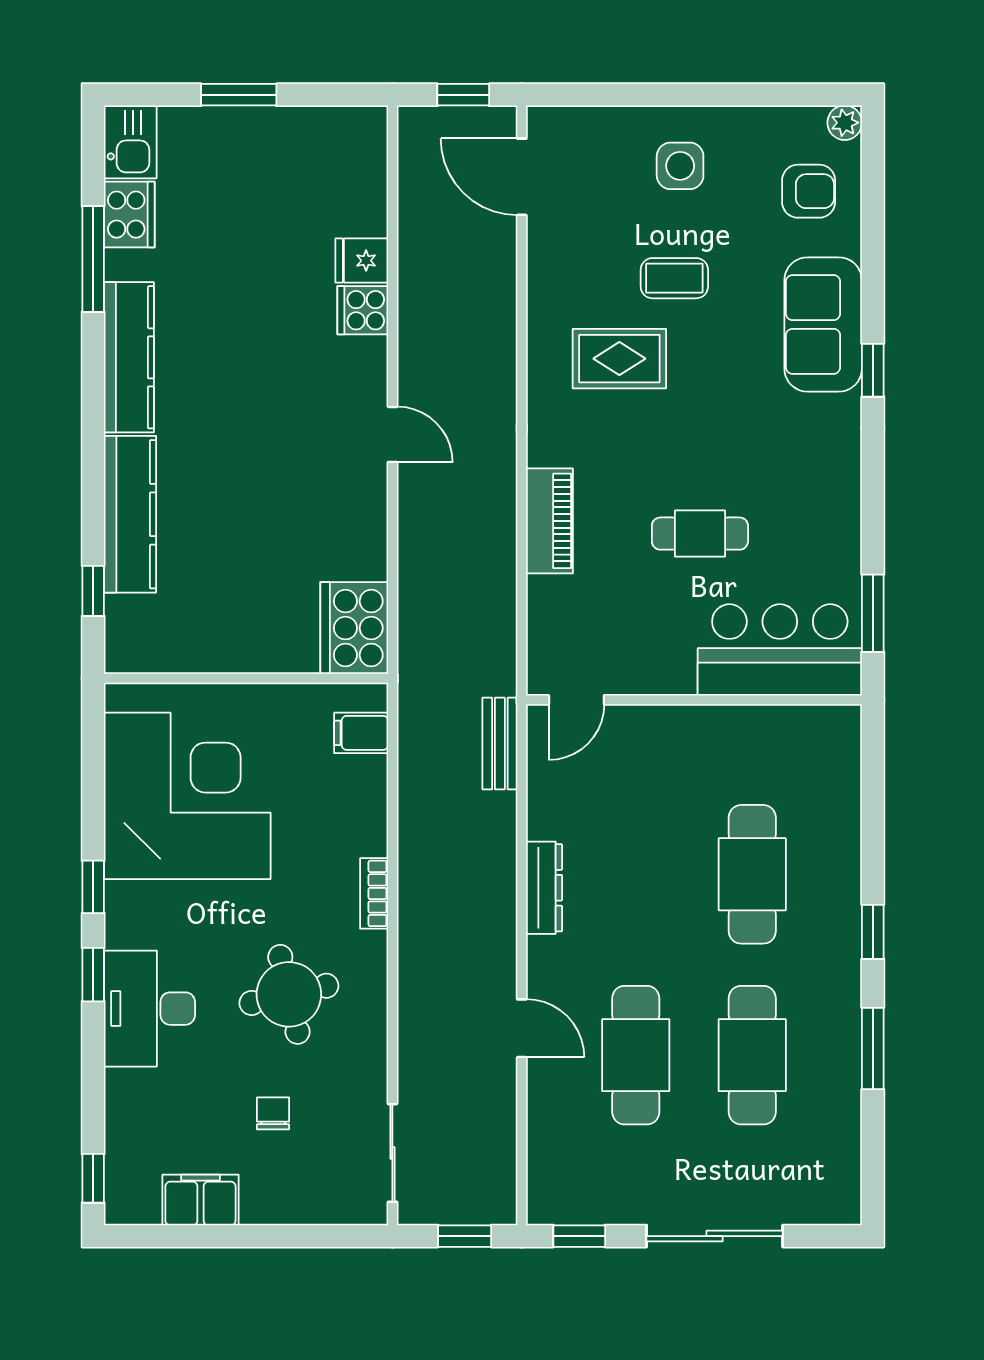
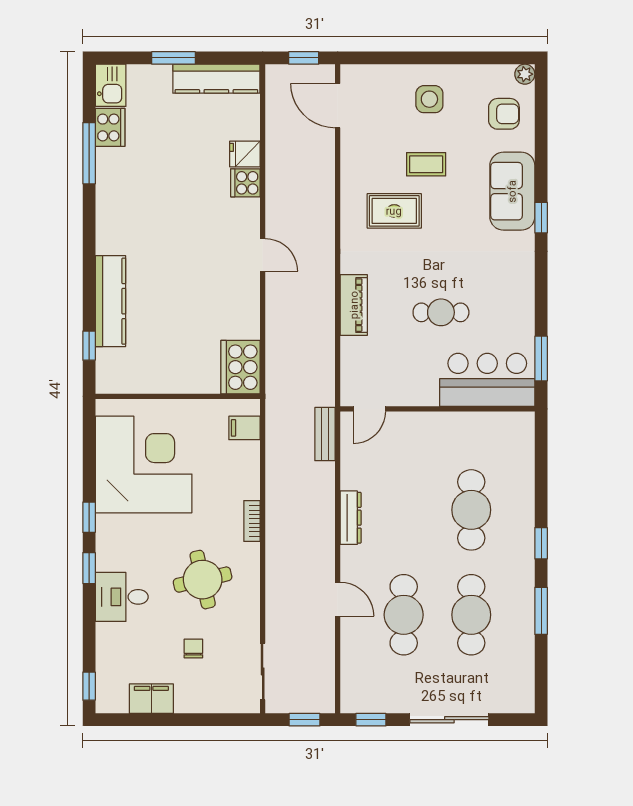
kitchen counter: (129, 357) -> (216, 79), moved, turned 90
desk: (149, 1009) -> (122, 597), width x0.73

